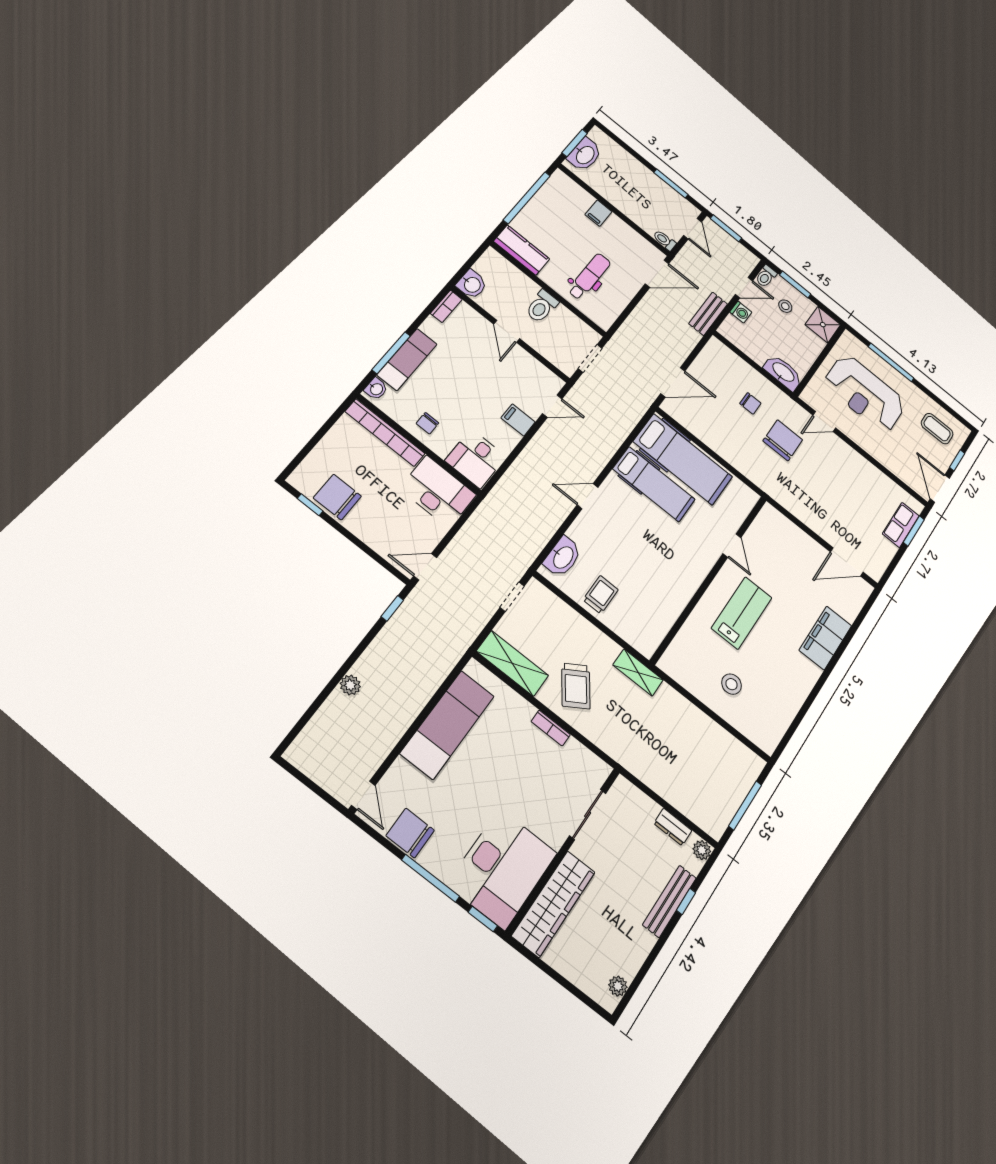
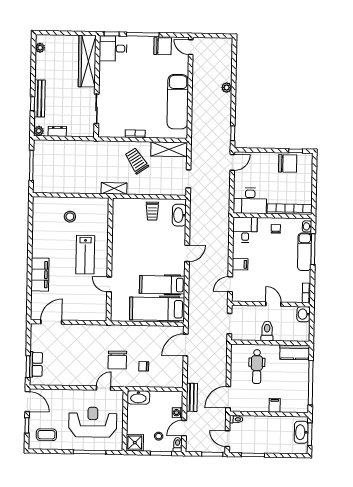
desk: (502, 869) -> (113, 48), width x0.53, depth x0.77

